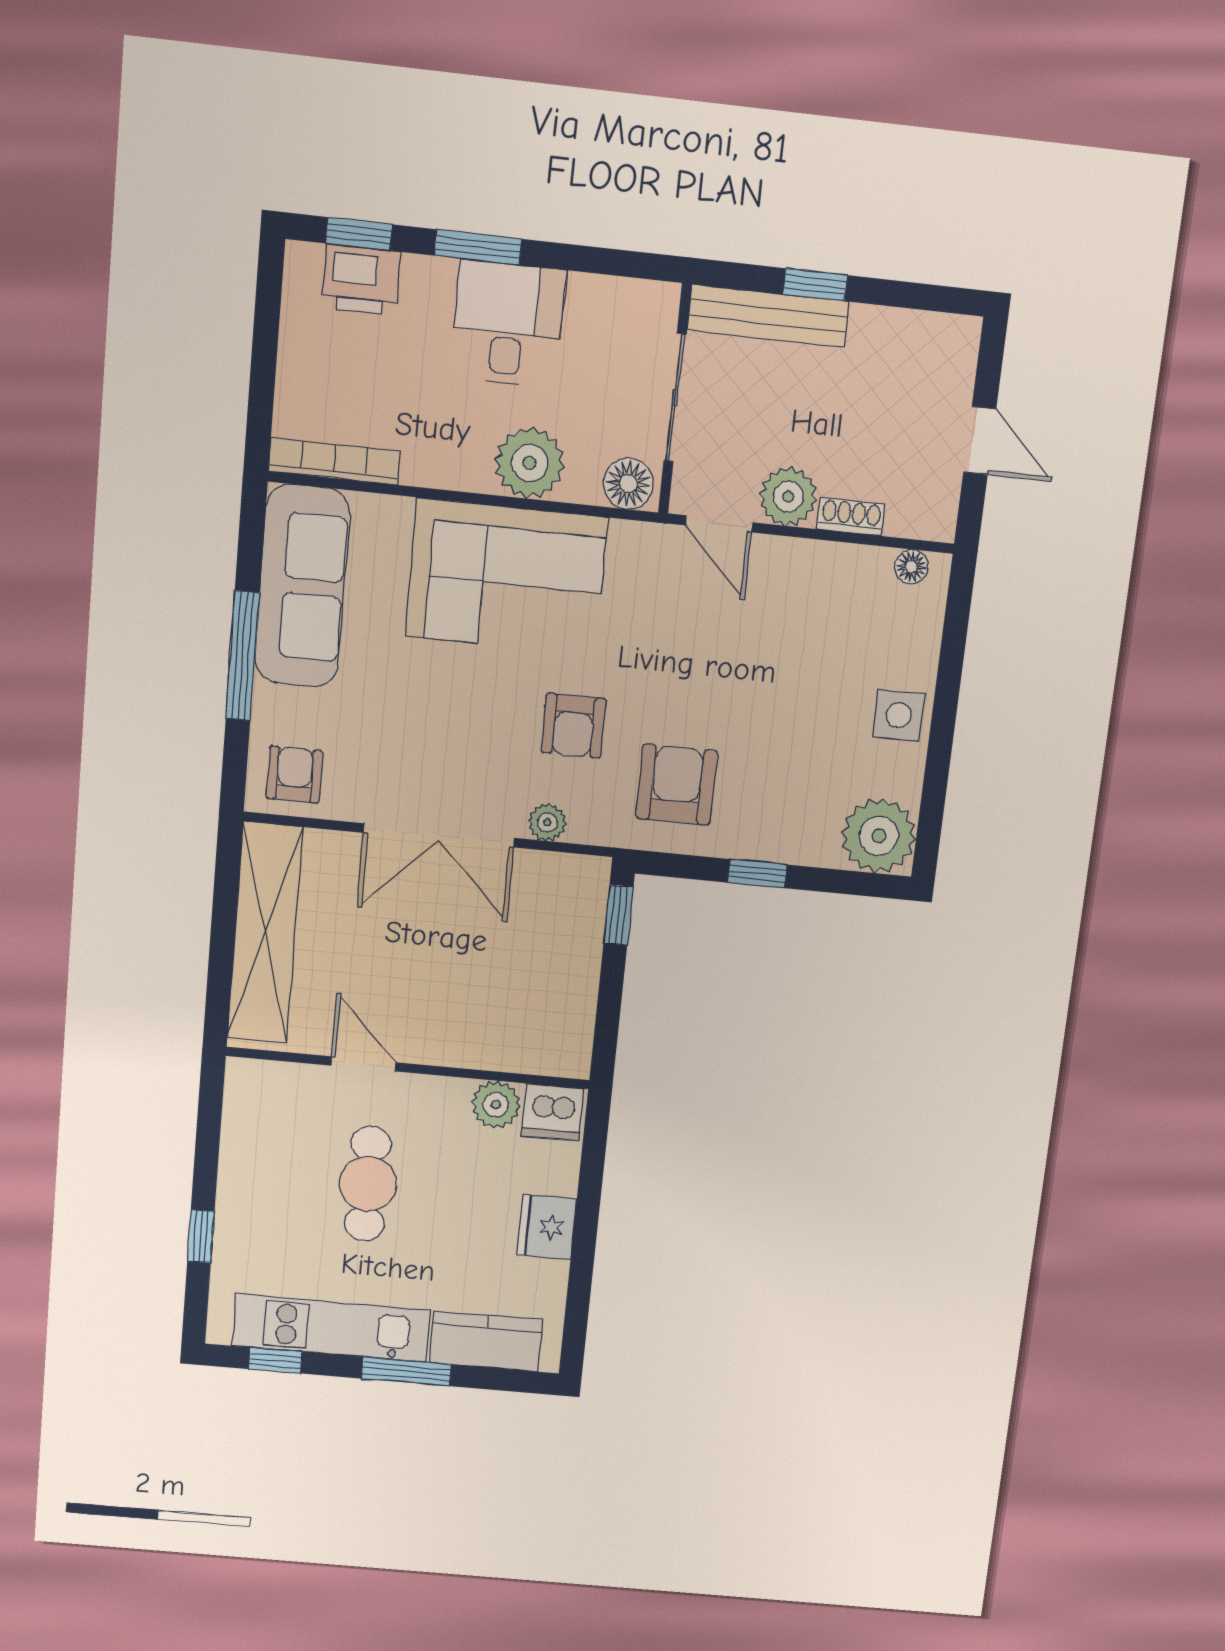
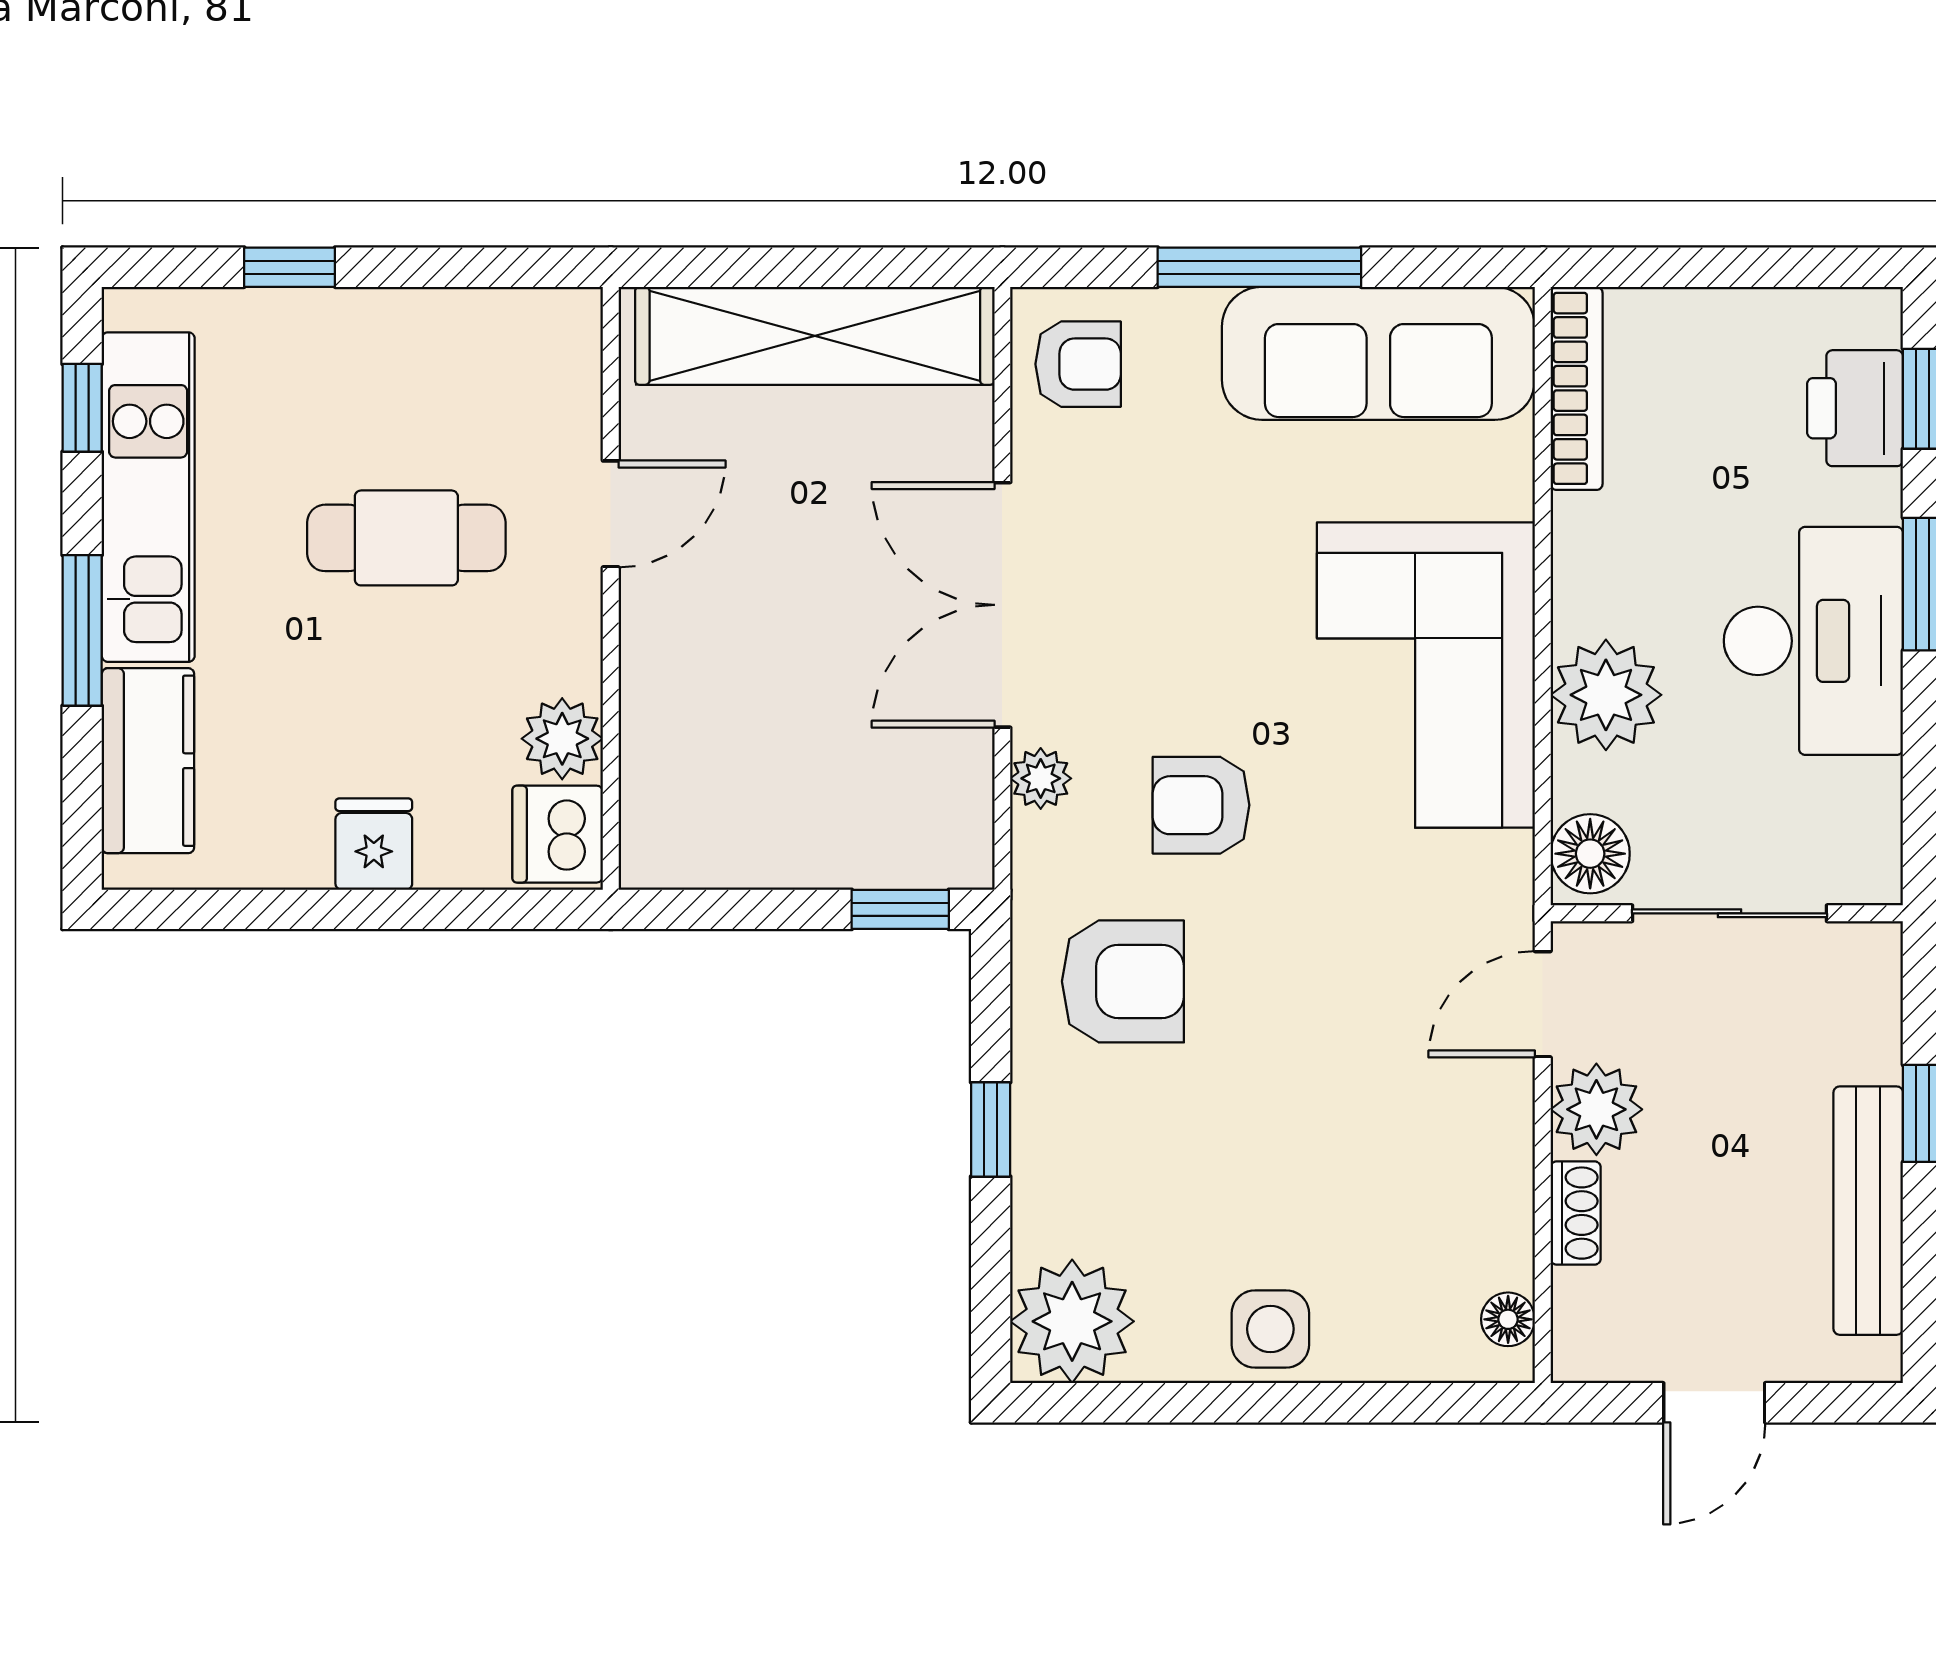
bench: (768, 316) -> (1868, 1211), moved
desk: (508, 324) -> (1813, 641), width x1.37
fridge: (547, 1227) -> (374, 844), width x0.72

